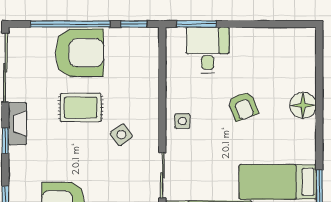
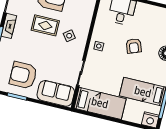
side table: (121, 135) -> (69, 36), moved

